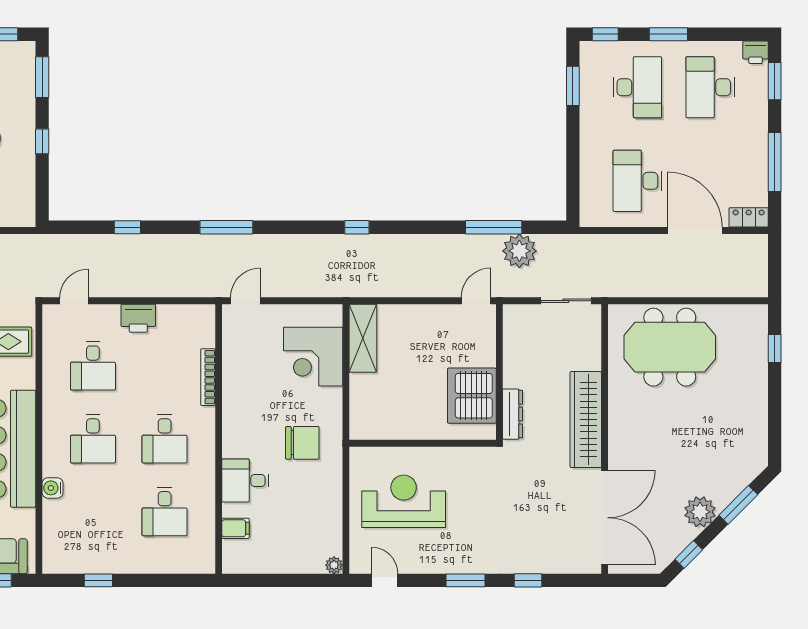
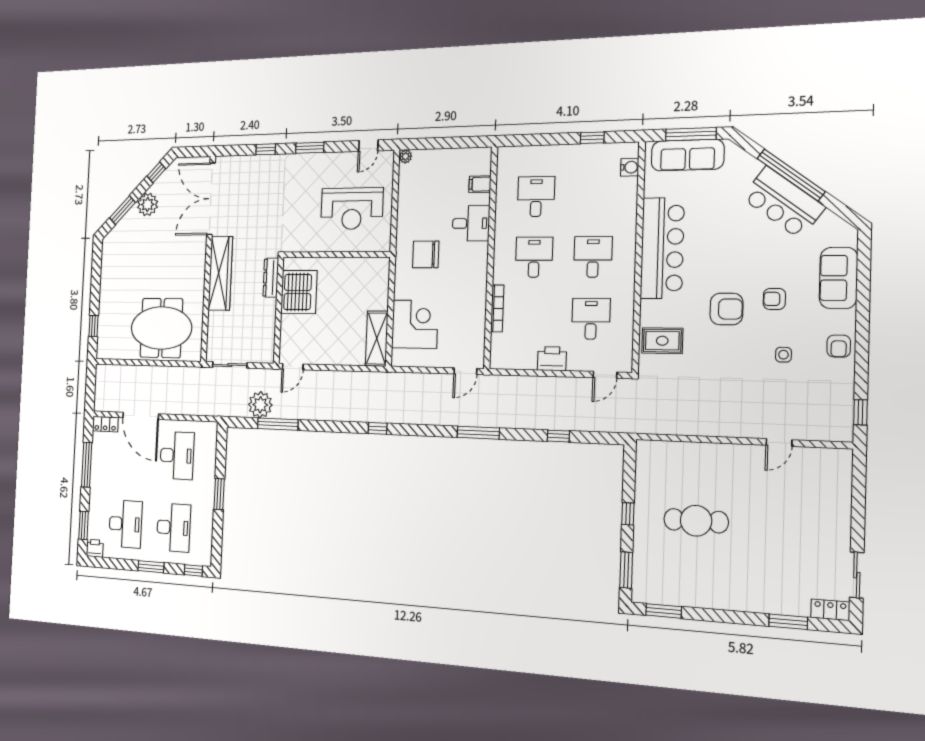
window: (573, 86) -> (219, 494), moved
desk: (637, 87) -> (174, 528), turned 180
water cooler: (53, 488) -> (630, 167), moved
door: (385, 580) -> (368, 146), hinge flipped

